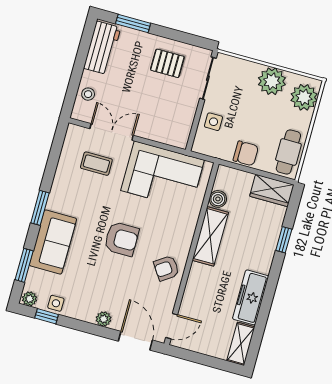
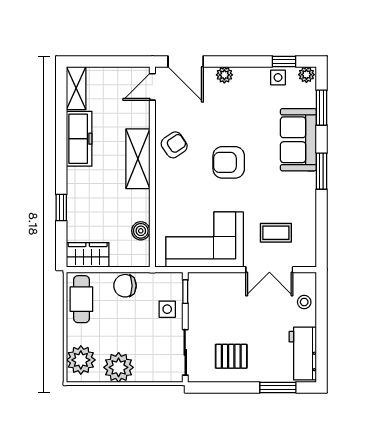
window: (193, 133) -> (185, 292), added
shelving: (210, 236) -> (138, 159), moved

